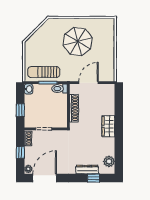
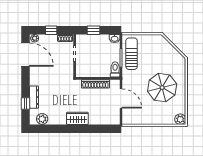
plant: (109, 23) -> (180, 119), added

